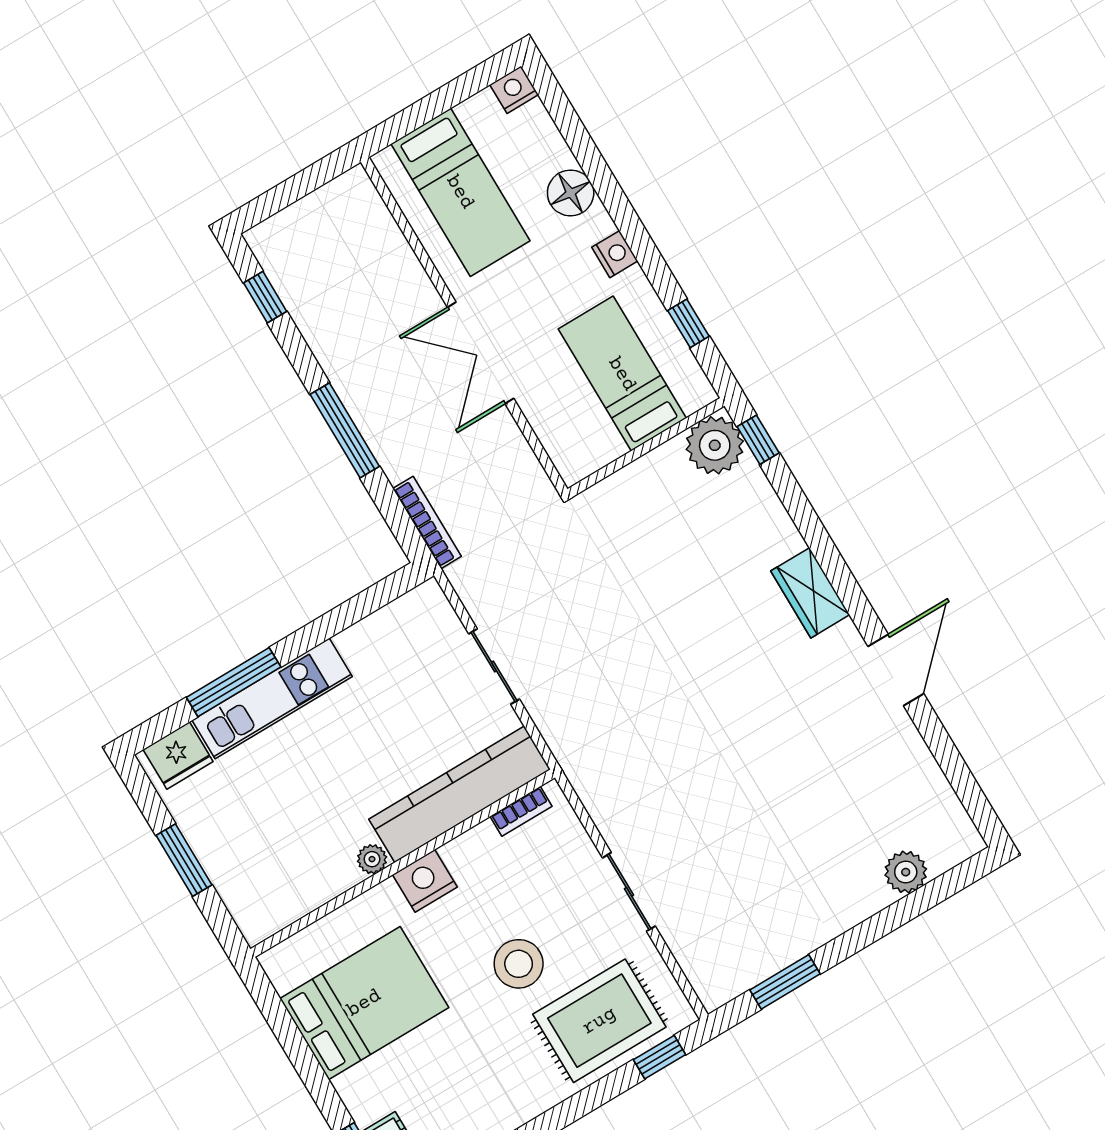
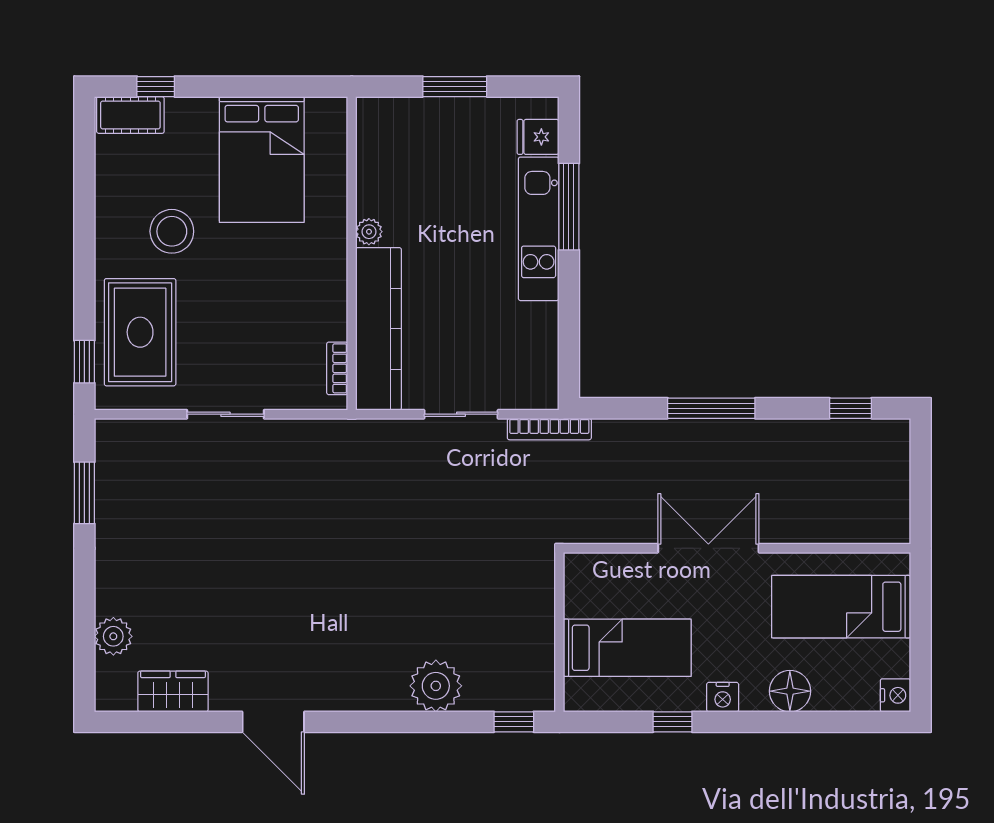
window: (688, 323) -> (673, 722), moved
plant: (715, 445) -> (436, 686), moved
bookcase: (427, 522) -> (549, 429), moved
wardrobe: (810, 593) -> (173, 691), moved
fridge: (178, 756) -> (538, 137), width x0.72
nightstand: (425, 881) -> (328, 262), removed
stool: (519, 964) -> (172, 231), moved

